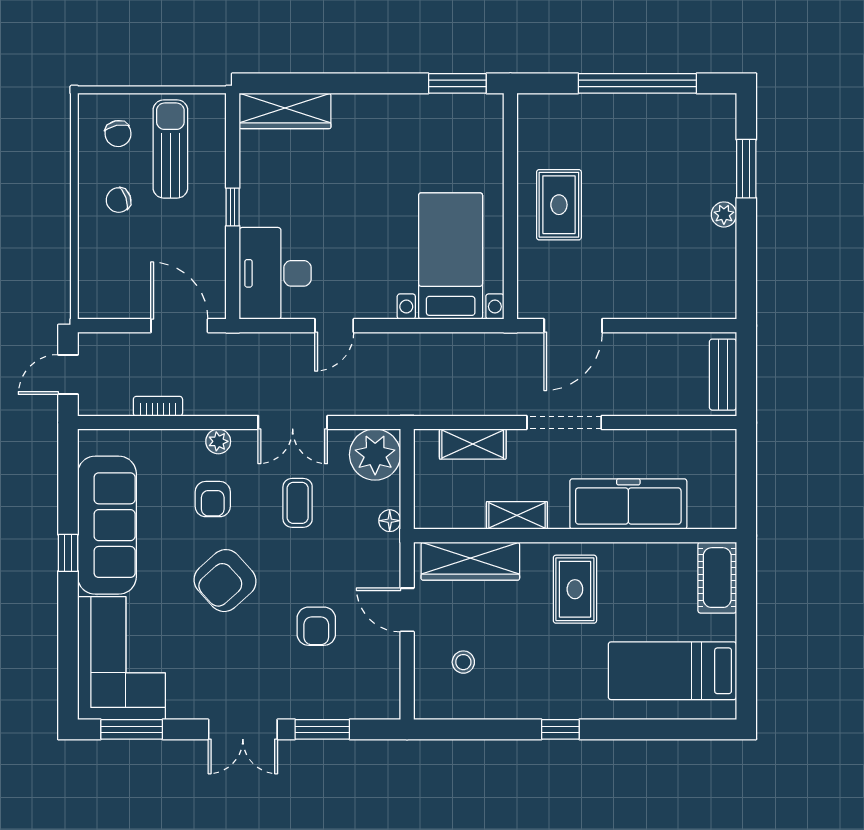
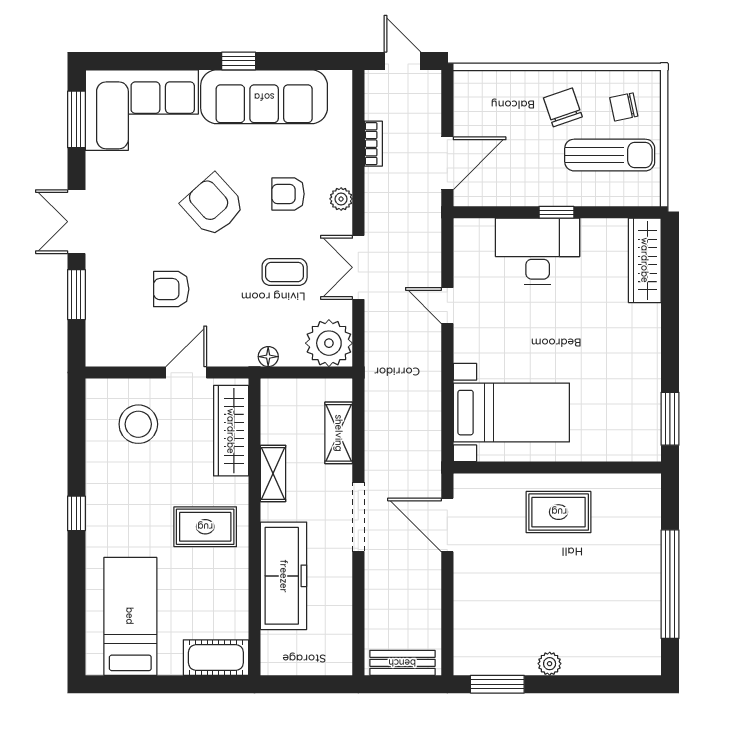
window: (746, 169) -> (497, 684), moved
chair: (119, 200) -> (563, 107), width x1.37, depth x1.37
desk: (275, 273) -> (538, 251), moved
stool: (463, 662) -> (138, 424), width x1.89, depth x1.89

